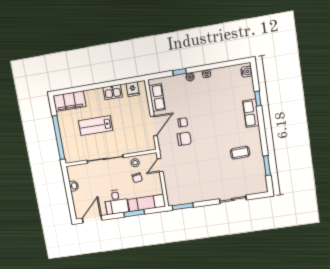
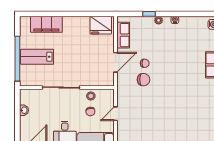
fridge: (133, 89) -> (101, 25), width x1.88, depth x1.34
kitchen sink: (113, 92) -> (80, 23), removed
filing cabinet: (69, 101) -> (46, 24), moved
lab bench: (96, 126) -> (37, 57), moved
coffee table: (240, 153) -> (196, 102), removed
door: (160, 165) -> (116, 114), moved

